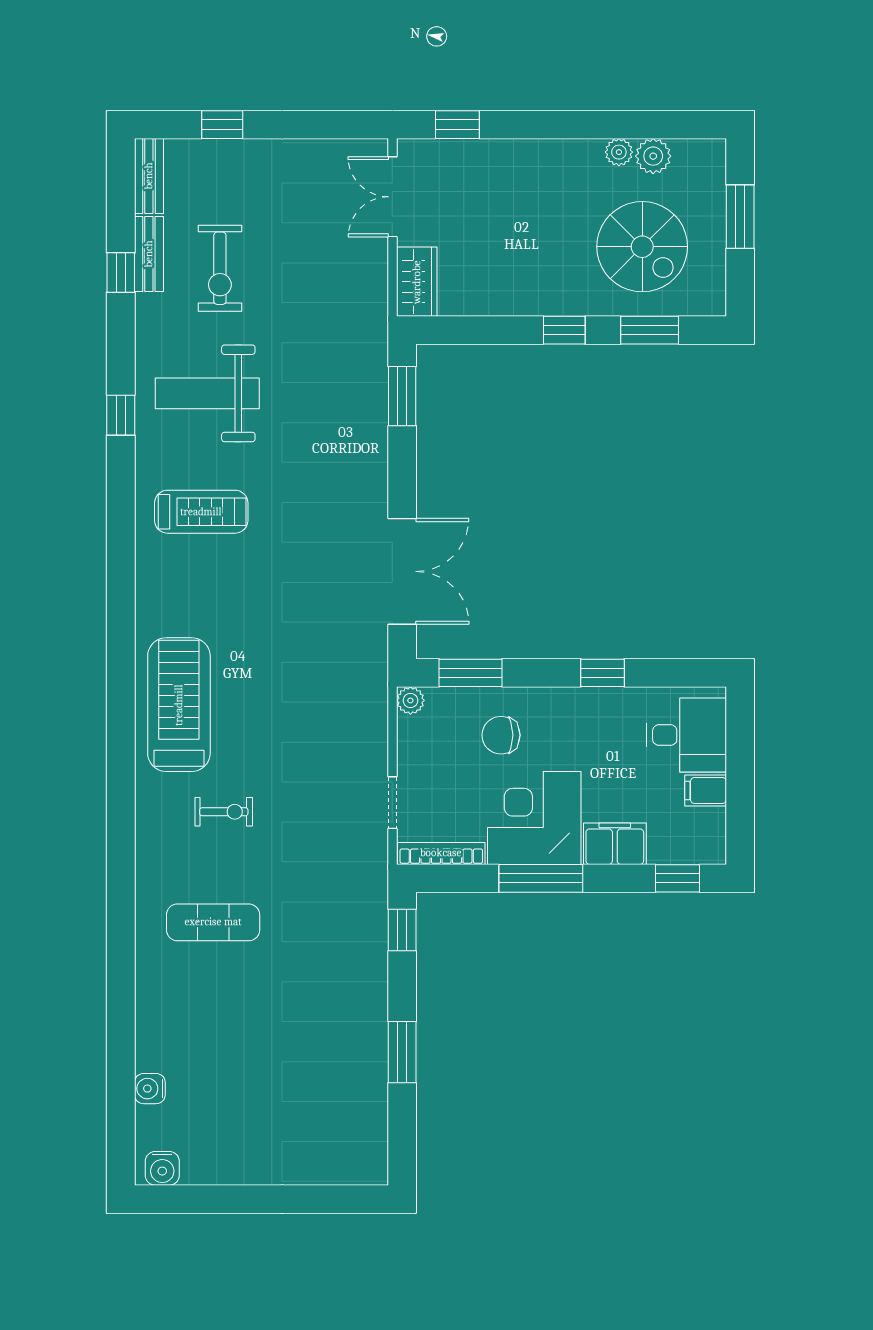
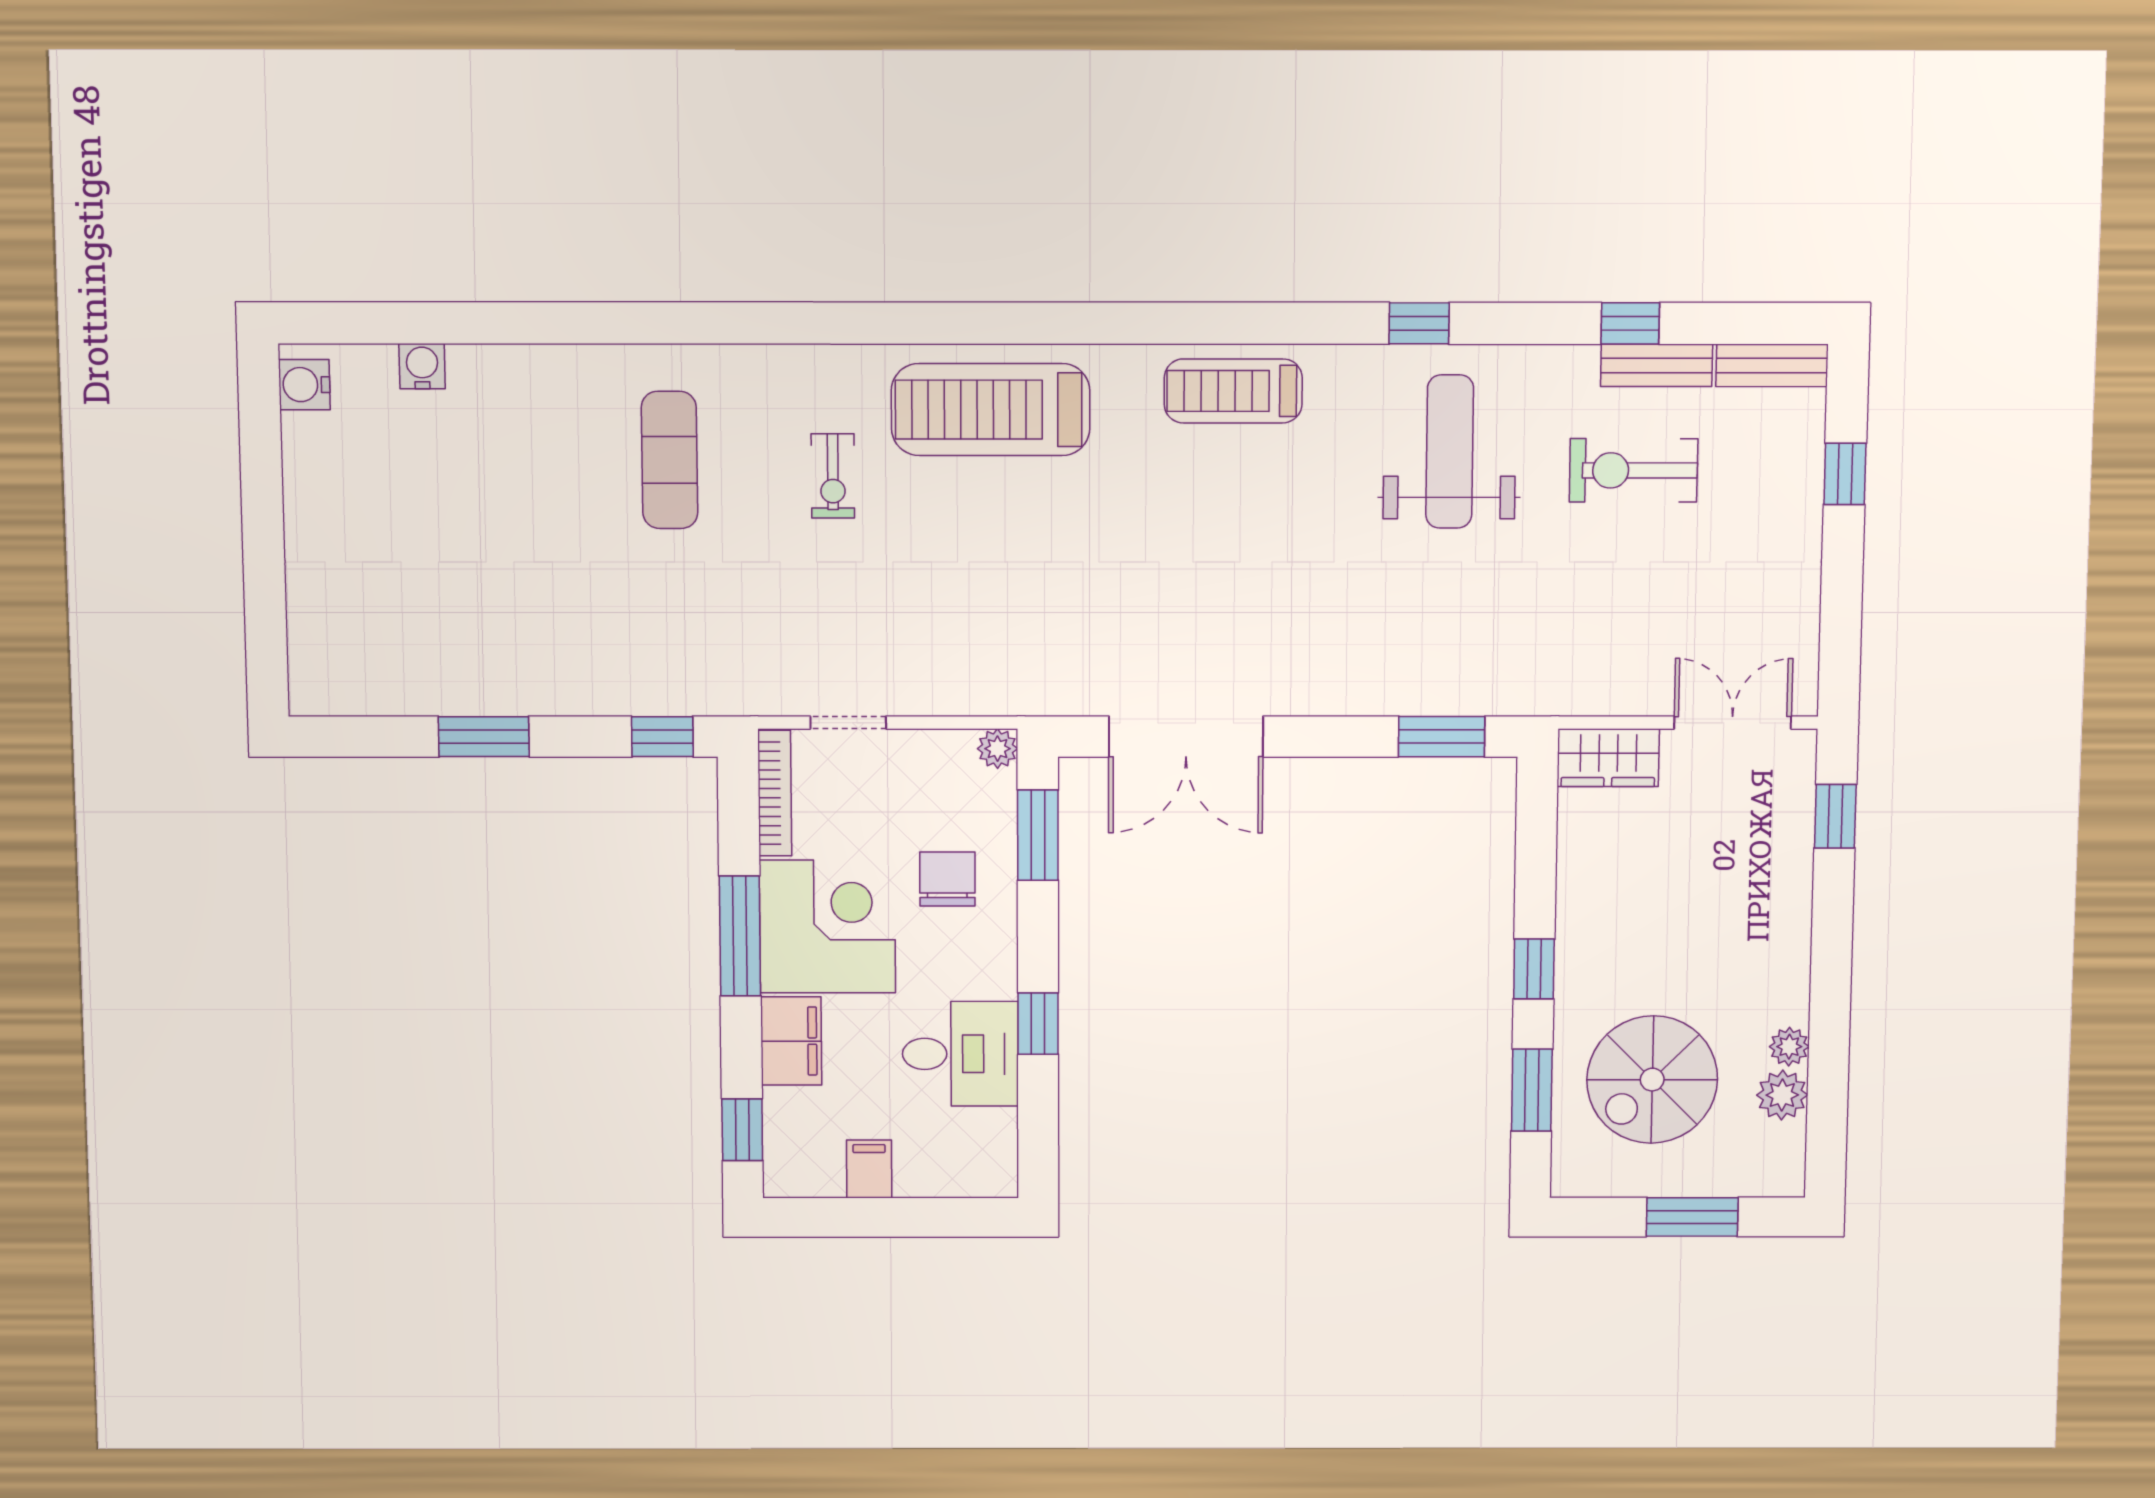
treadmill: (201, 512) -> (1233, 391), moved, turned 90
treadmill: (179, 705) -> (991, 410), turned 180
desk: (686, 735) -> (960, 1054), moved, turned -90

